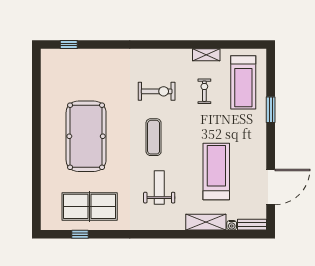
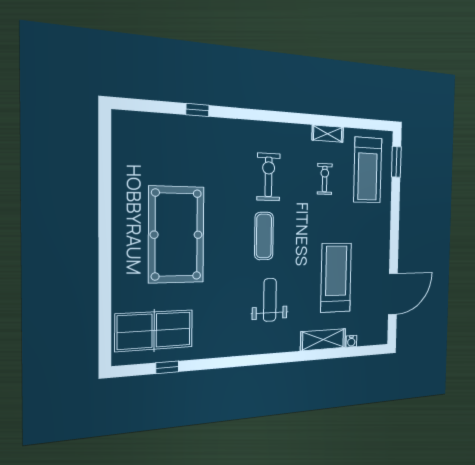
window: (69, 45) -> (197, 110), moved
exercise bike: (157, 91) -> (269, 177), turned -90
window: (271, 110) -> (396, 162), moved
table tennis table: (90, 206) -> (154, 331), moved
bench: (252, 225) -> (373, 339), removed

